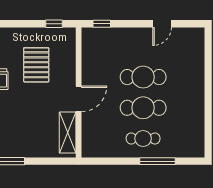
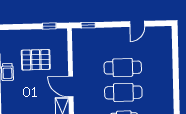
pallet: (36, 65) -> (36, 60), turned 90
door: (79, 99) -> (71, 87), swing flipped

